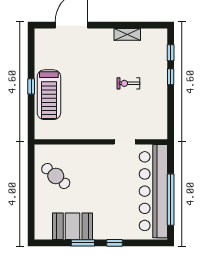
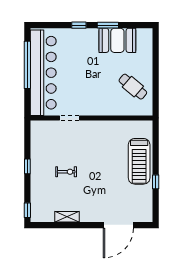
window: (171, 53) -> (27, 210), moved
window: (171, 77) -> (27, 166), moved
window: (31, 86) -> (156, 182), moved
treadmill: (49, 95) -> (139, 161), turned 180

